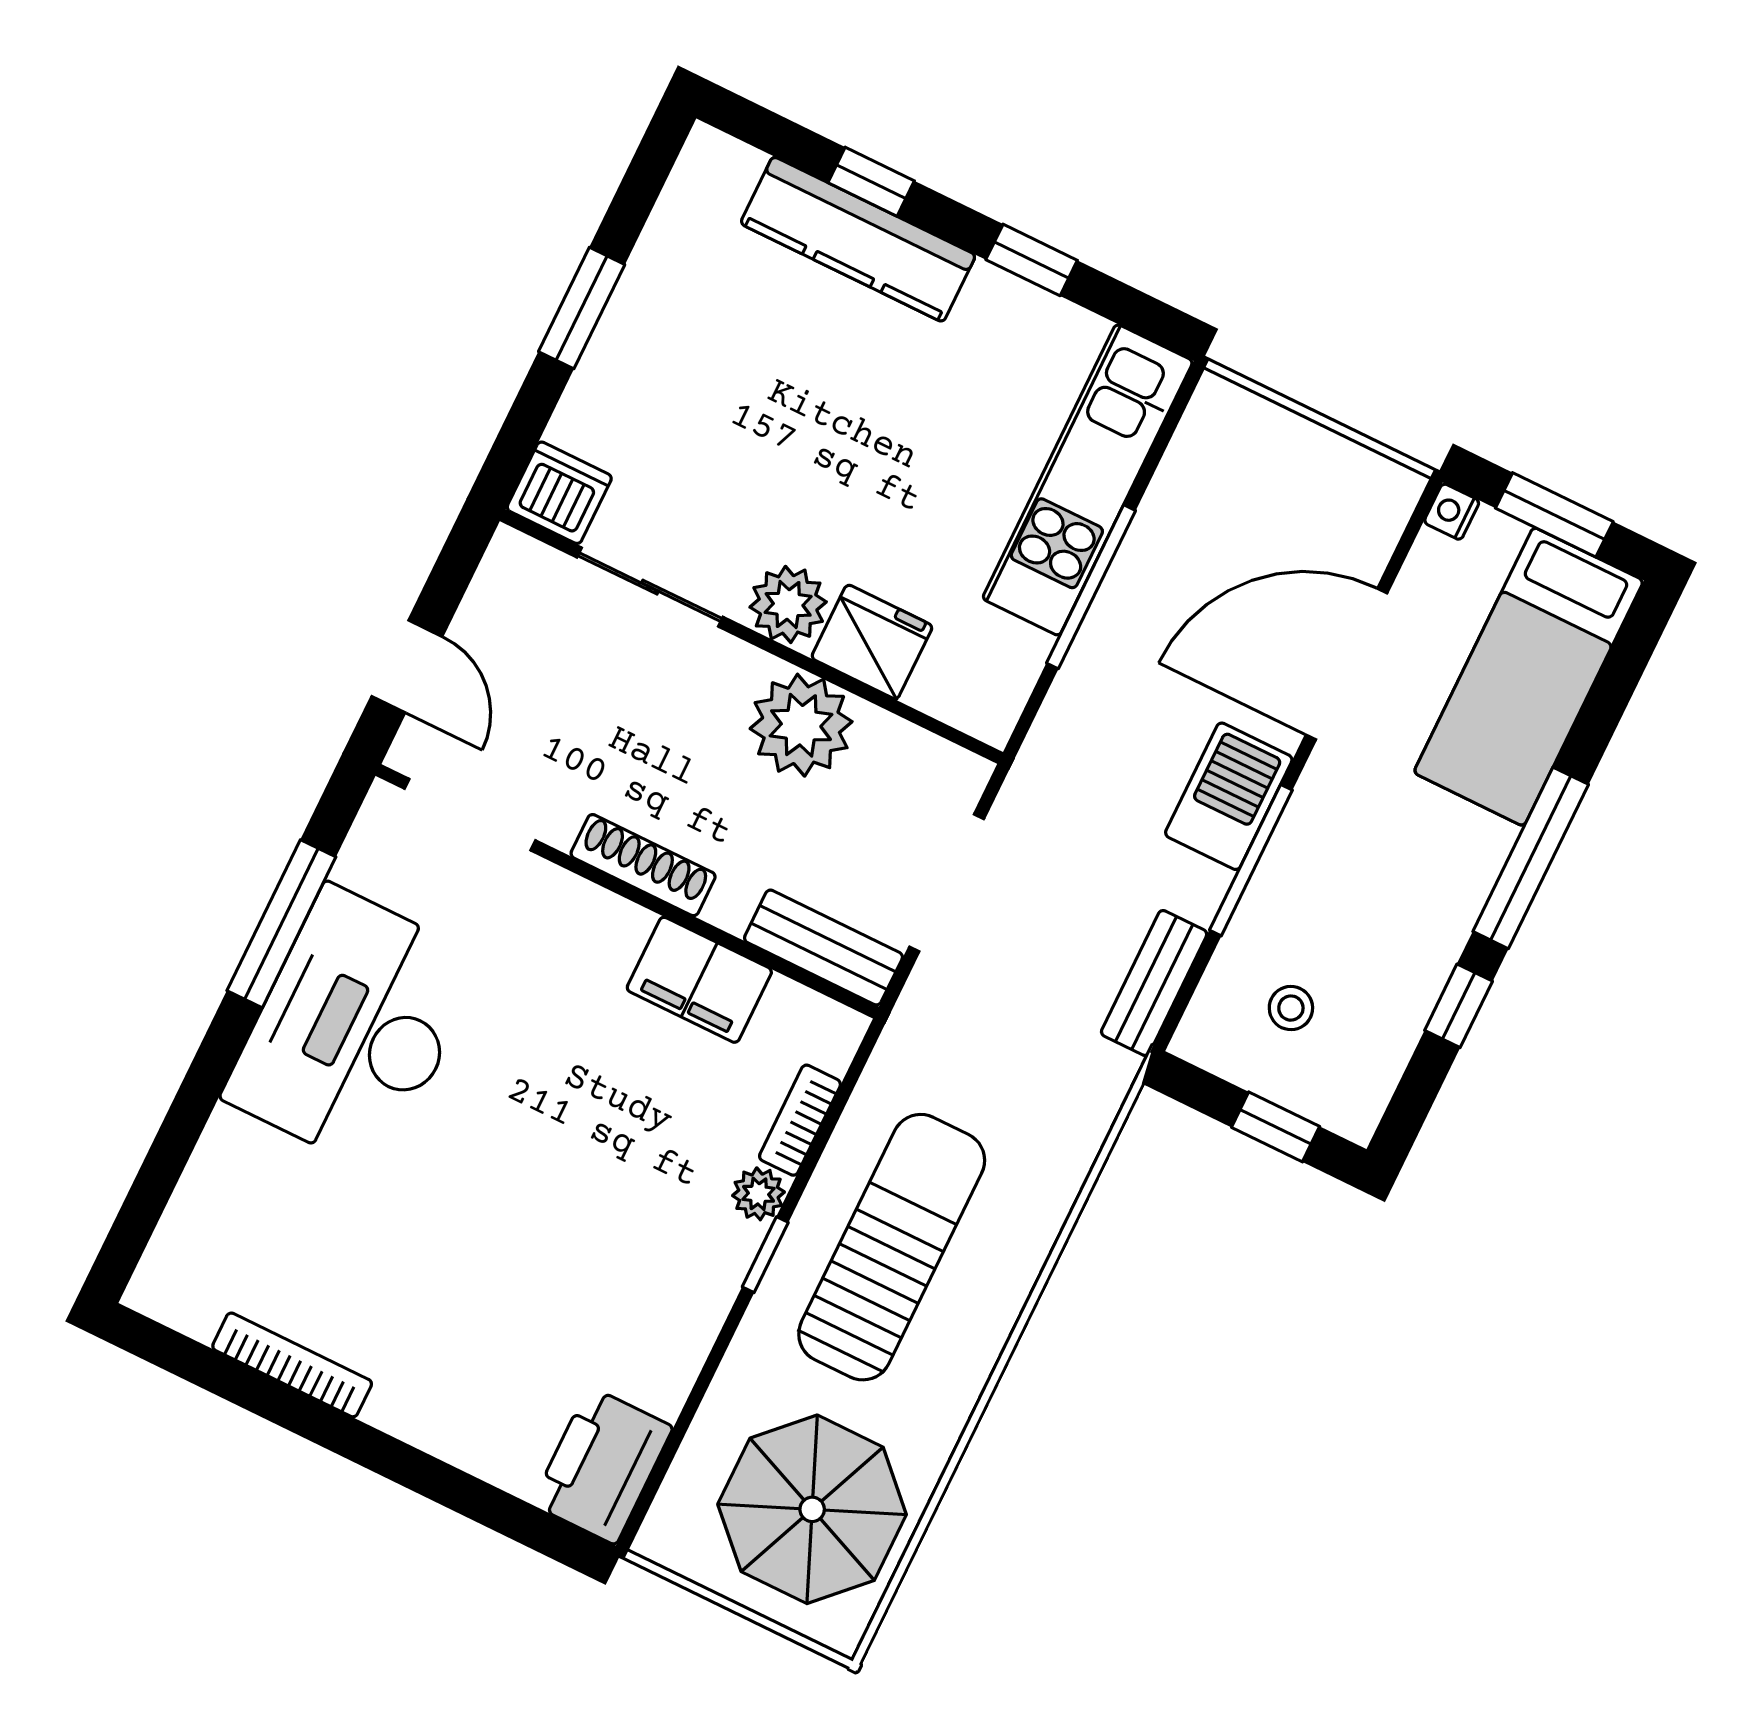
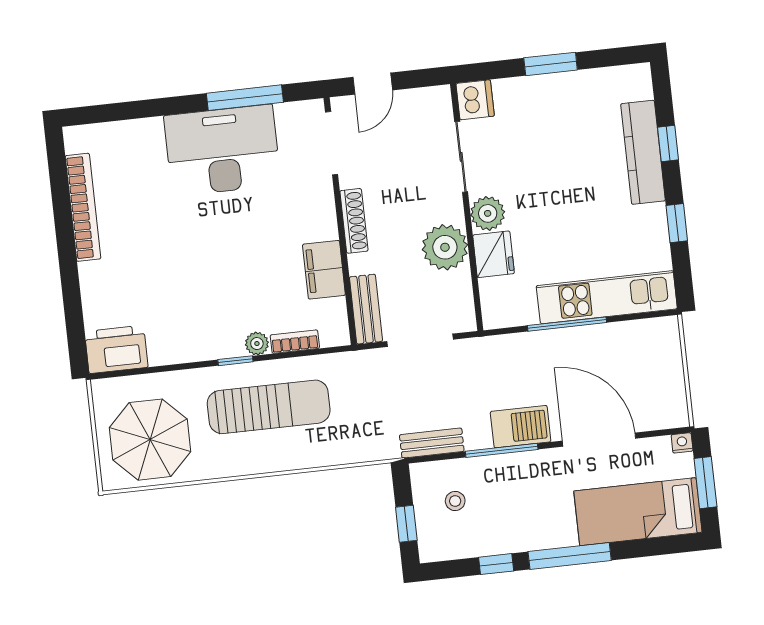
bookcase: (292, 1365) -> (83, 207), width x1.48, depth x1.31

